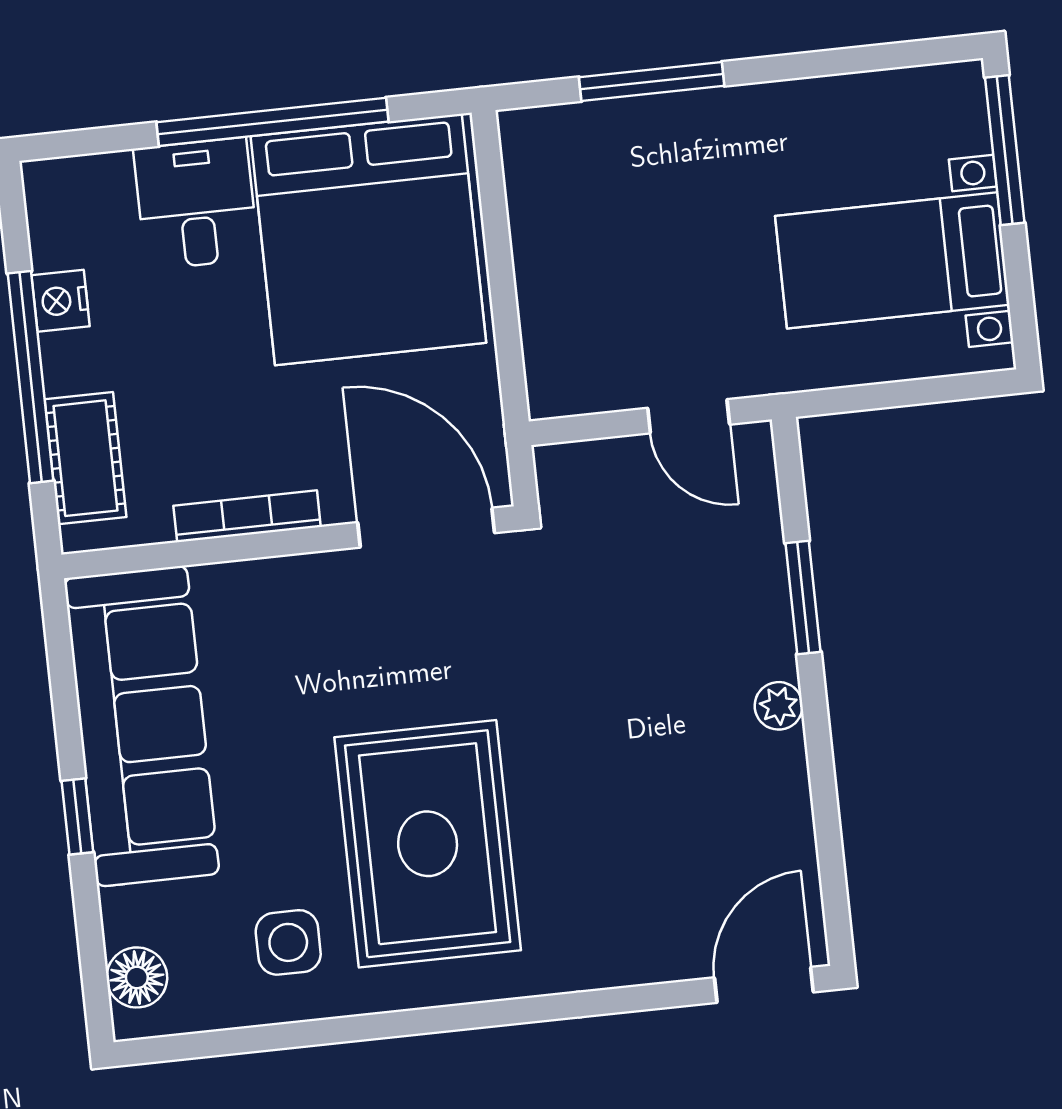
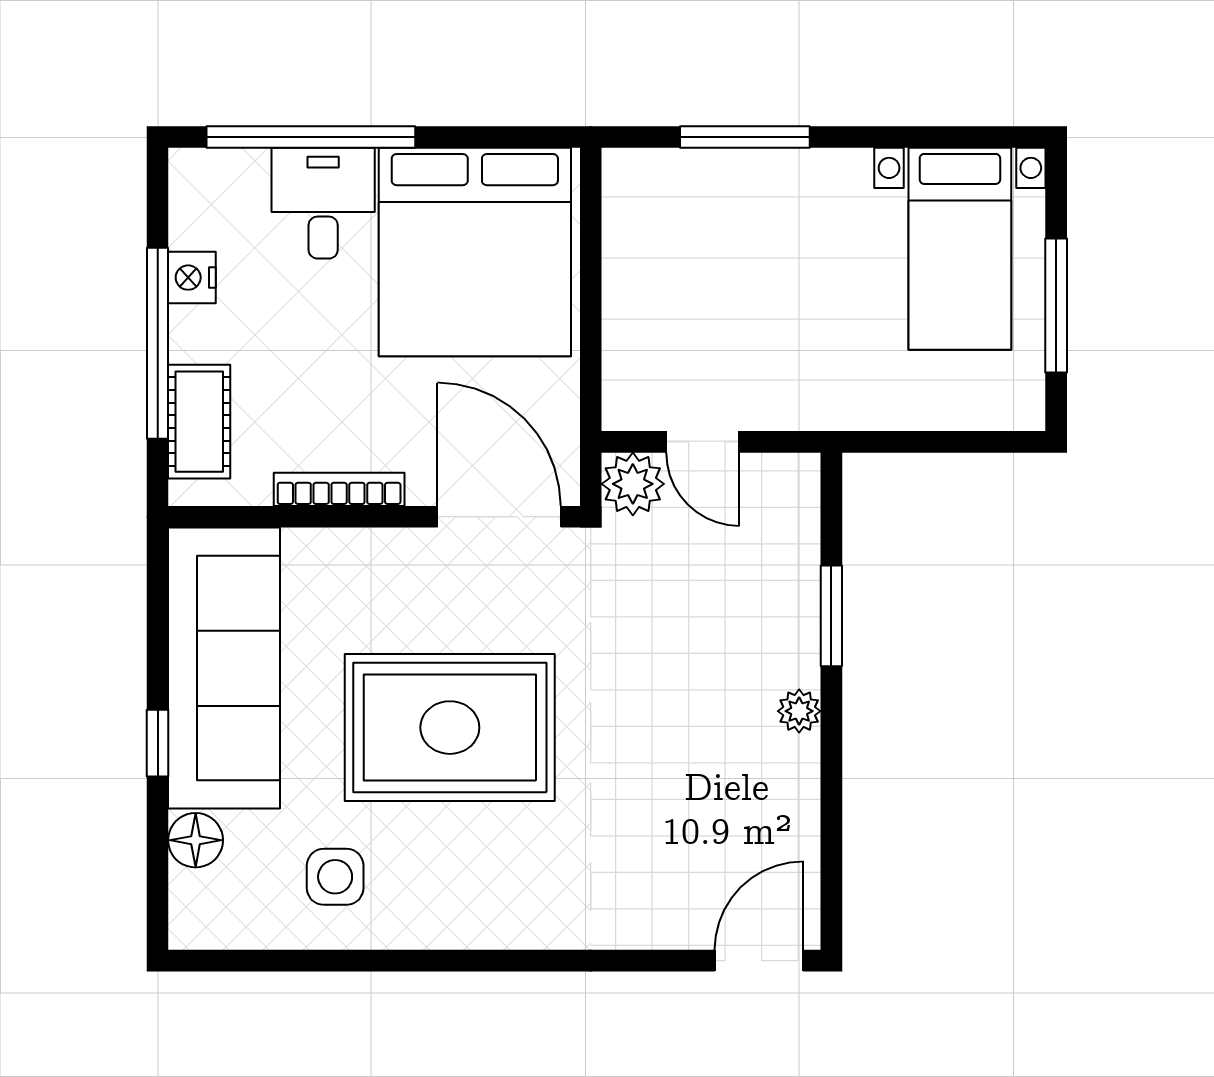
window: (272, 122) -> (311, 137), moved
window: (1005, 150) -> (1056, 306), moved
bed with nightstands: (892, 260) -> (960, 249), moved, turned -90
door: (689, 416) -> (703, 442), moved
plant: (569, 476) -> (633, 484), added
rug: (428, 844) -> (450, 728), moved, turned 90
floor lamp: (137, 977) -> (196, 840), moved

